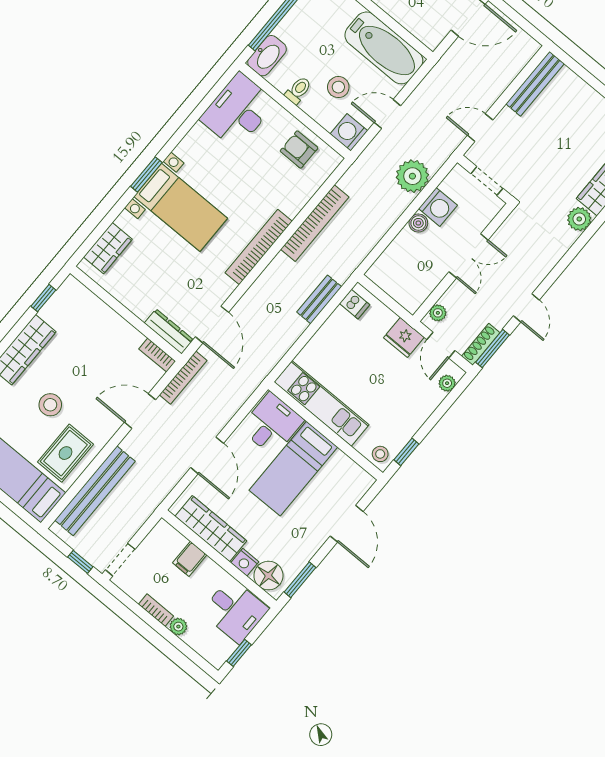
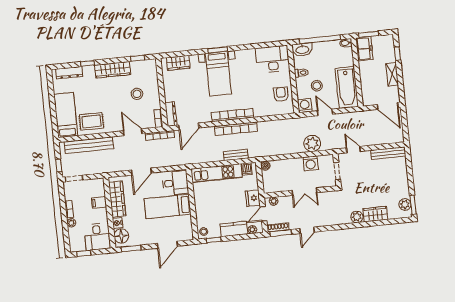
bookcase: (315, 223) -> (236, 129), moved
boiler: (418, 223) -> (265, 166), moved
kitchen unit: (322, 403) -> (216, 173), moved, turned 90
stool: (50, 405) -> (137, 94), moved
kitchen counter: (420, 408) -> (234, 229), added

